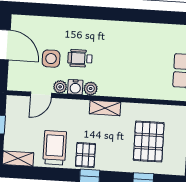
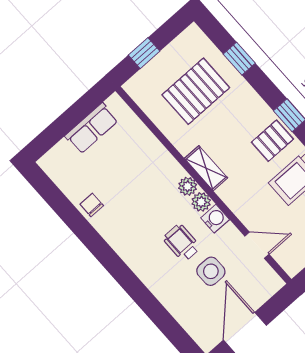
chair: (144, 32) -> (92, 205), added
wheelchair: (80, 58) -> (182, 243), turned 180
plant: (60, 87) -> (188, 186), moved

